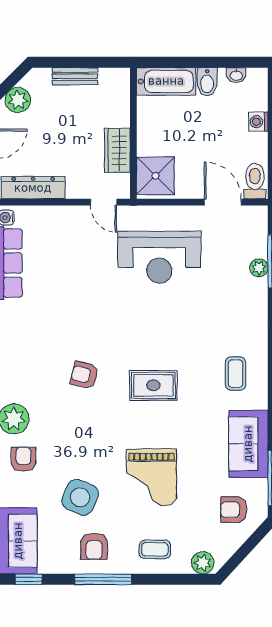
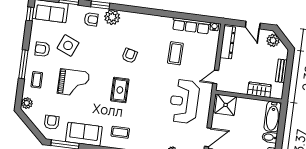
wardrobe: (117, 150) -> (259, 90), moved
coffee table: (68, 287) -> (175, 53), added
grand piano: (151, 477) -> (73, 83), turned 180
window: (103, 579) -> (23, 64), moved

